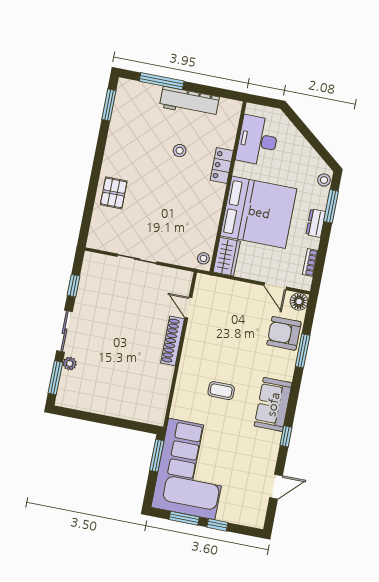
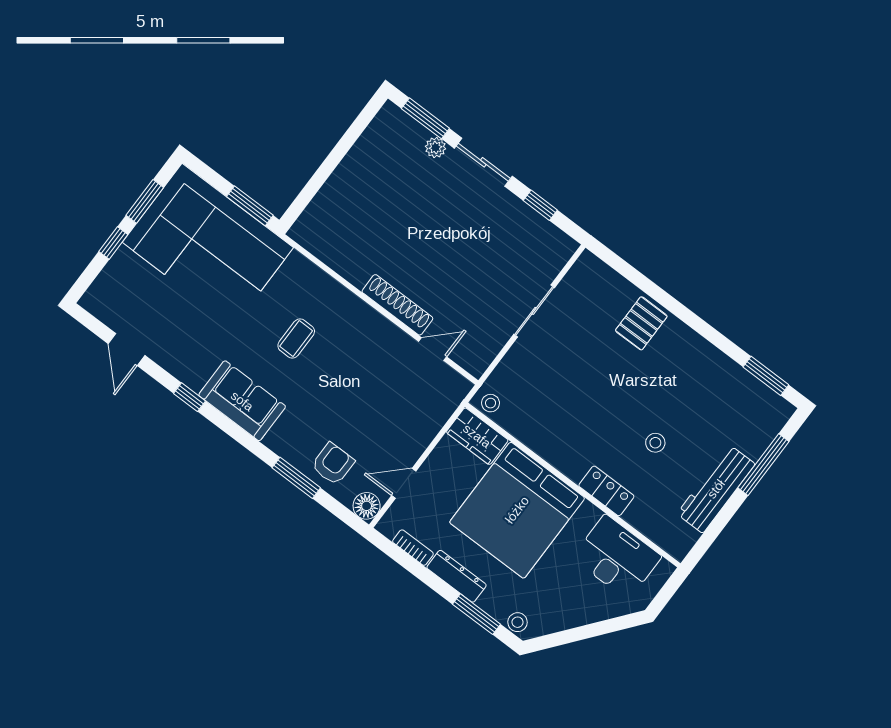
pallet: (114, 193) -> (641, 323), turned 90
dresser: (316, 223) -> (457, 576), width x1.44
armchair: (284, 333) -> (333, 464), width x0.72, depth x0.72

